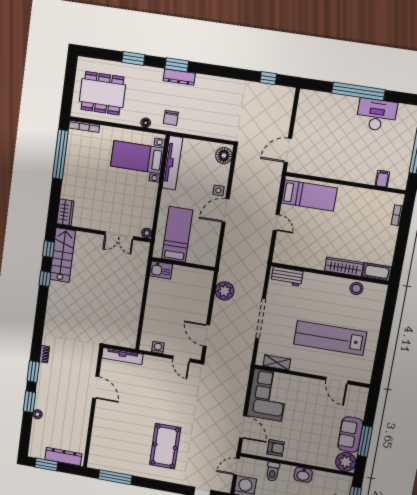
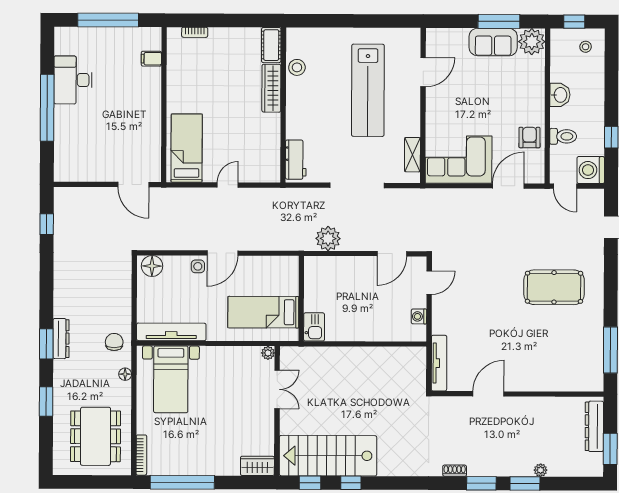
chair: (171, 118) -> (114, 342), turned -90
door: (226, 211) -> (222, 253), hinge flipped
stairs: (63, 255) -> (328, 456), width x1.36, depth x1.51

